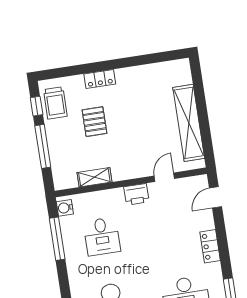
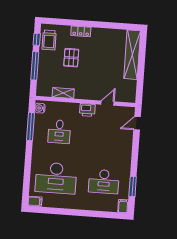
shelving: (189, 123) -> (132, 55), moved
locker: (210, 246) -> (127, 154), removed

